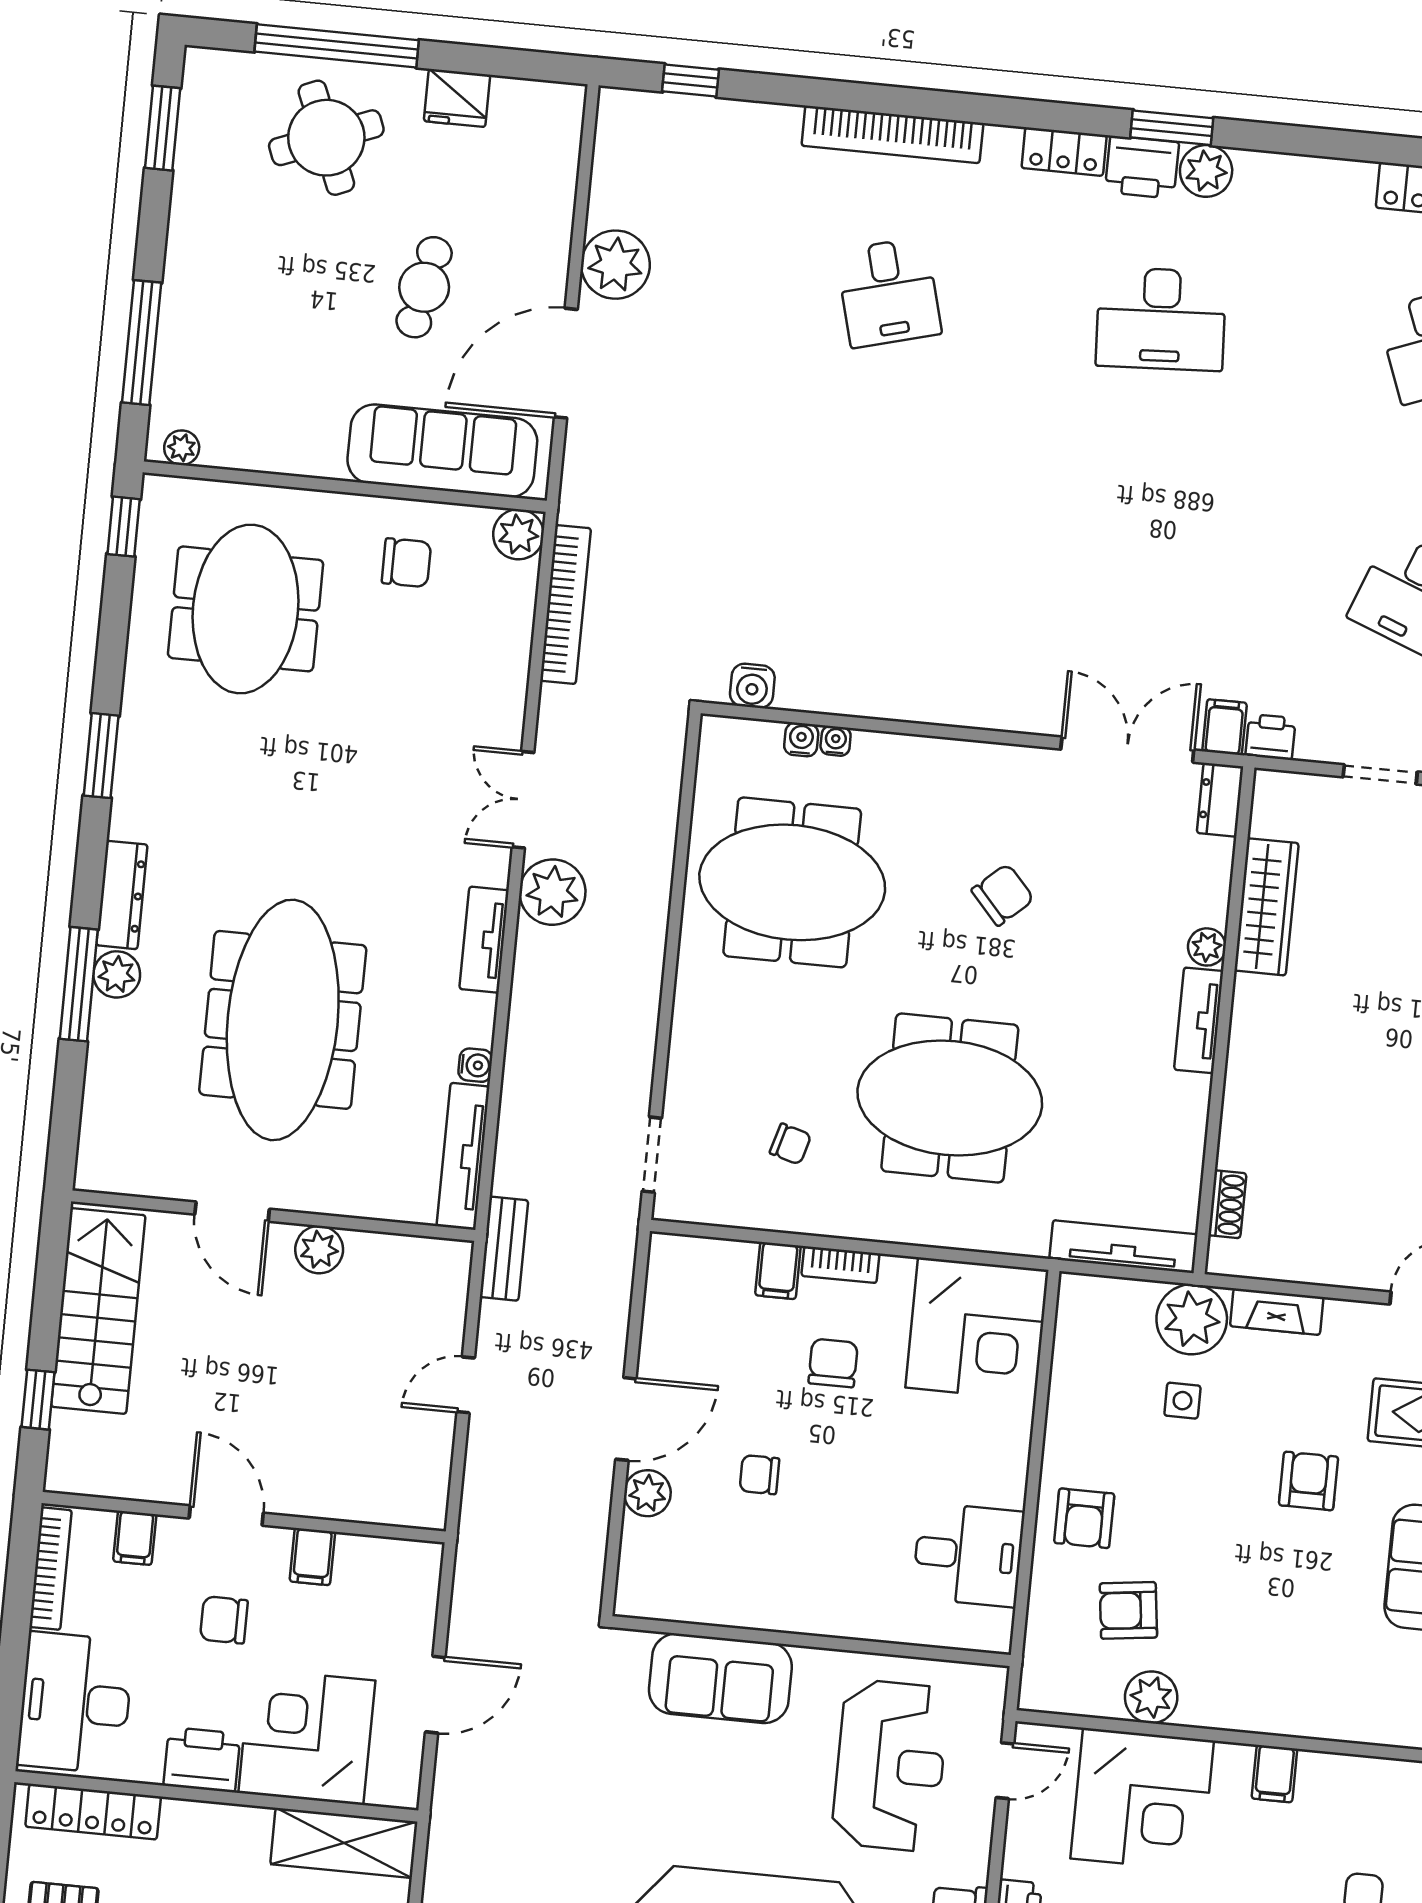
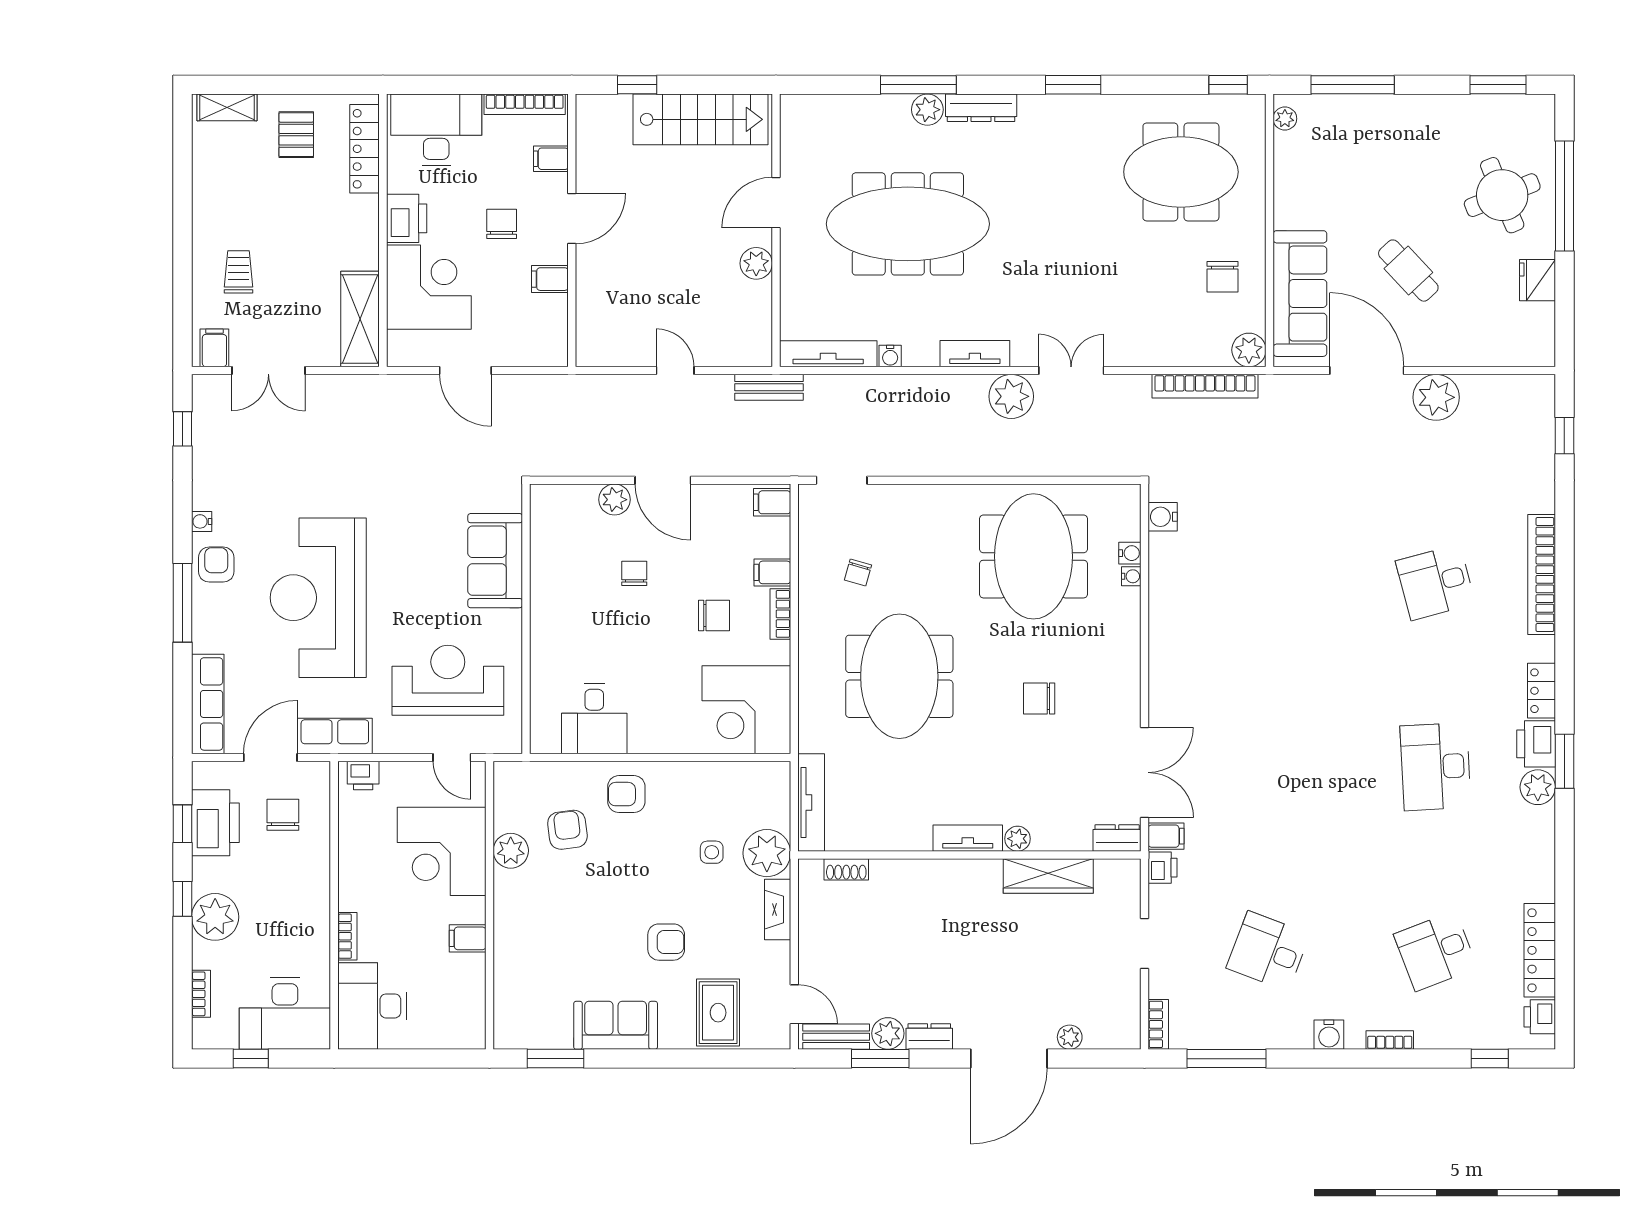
cafe table: (424, 287) -> (1408, 271), turned 36
chair: (1003, 895) -> (1039, 698), turned 132
filing cabinet: (674, 1261) -> (772, 502), added
reception desk: (890, 1765) -> (448, 680), turned 180

